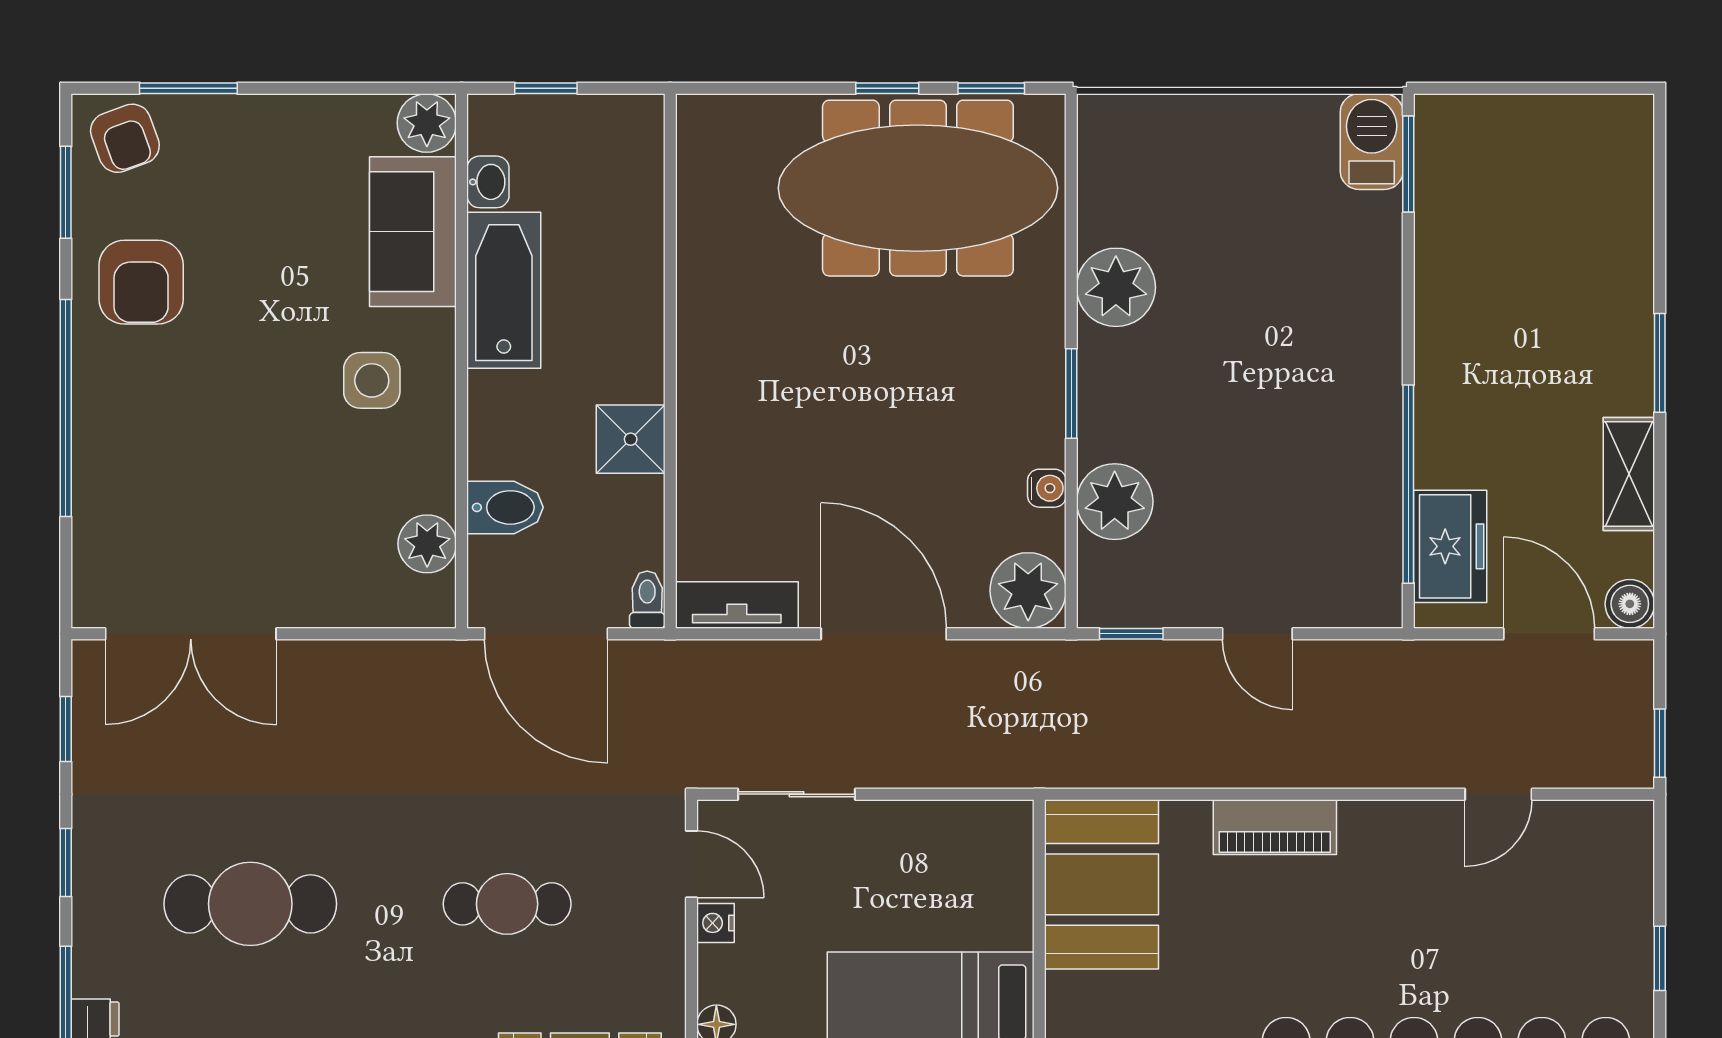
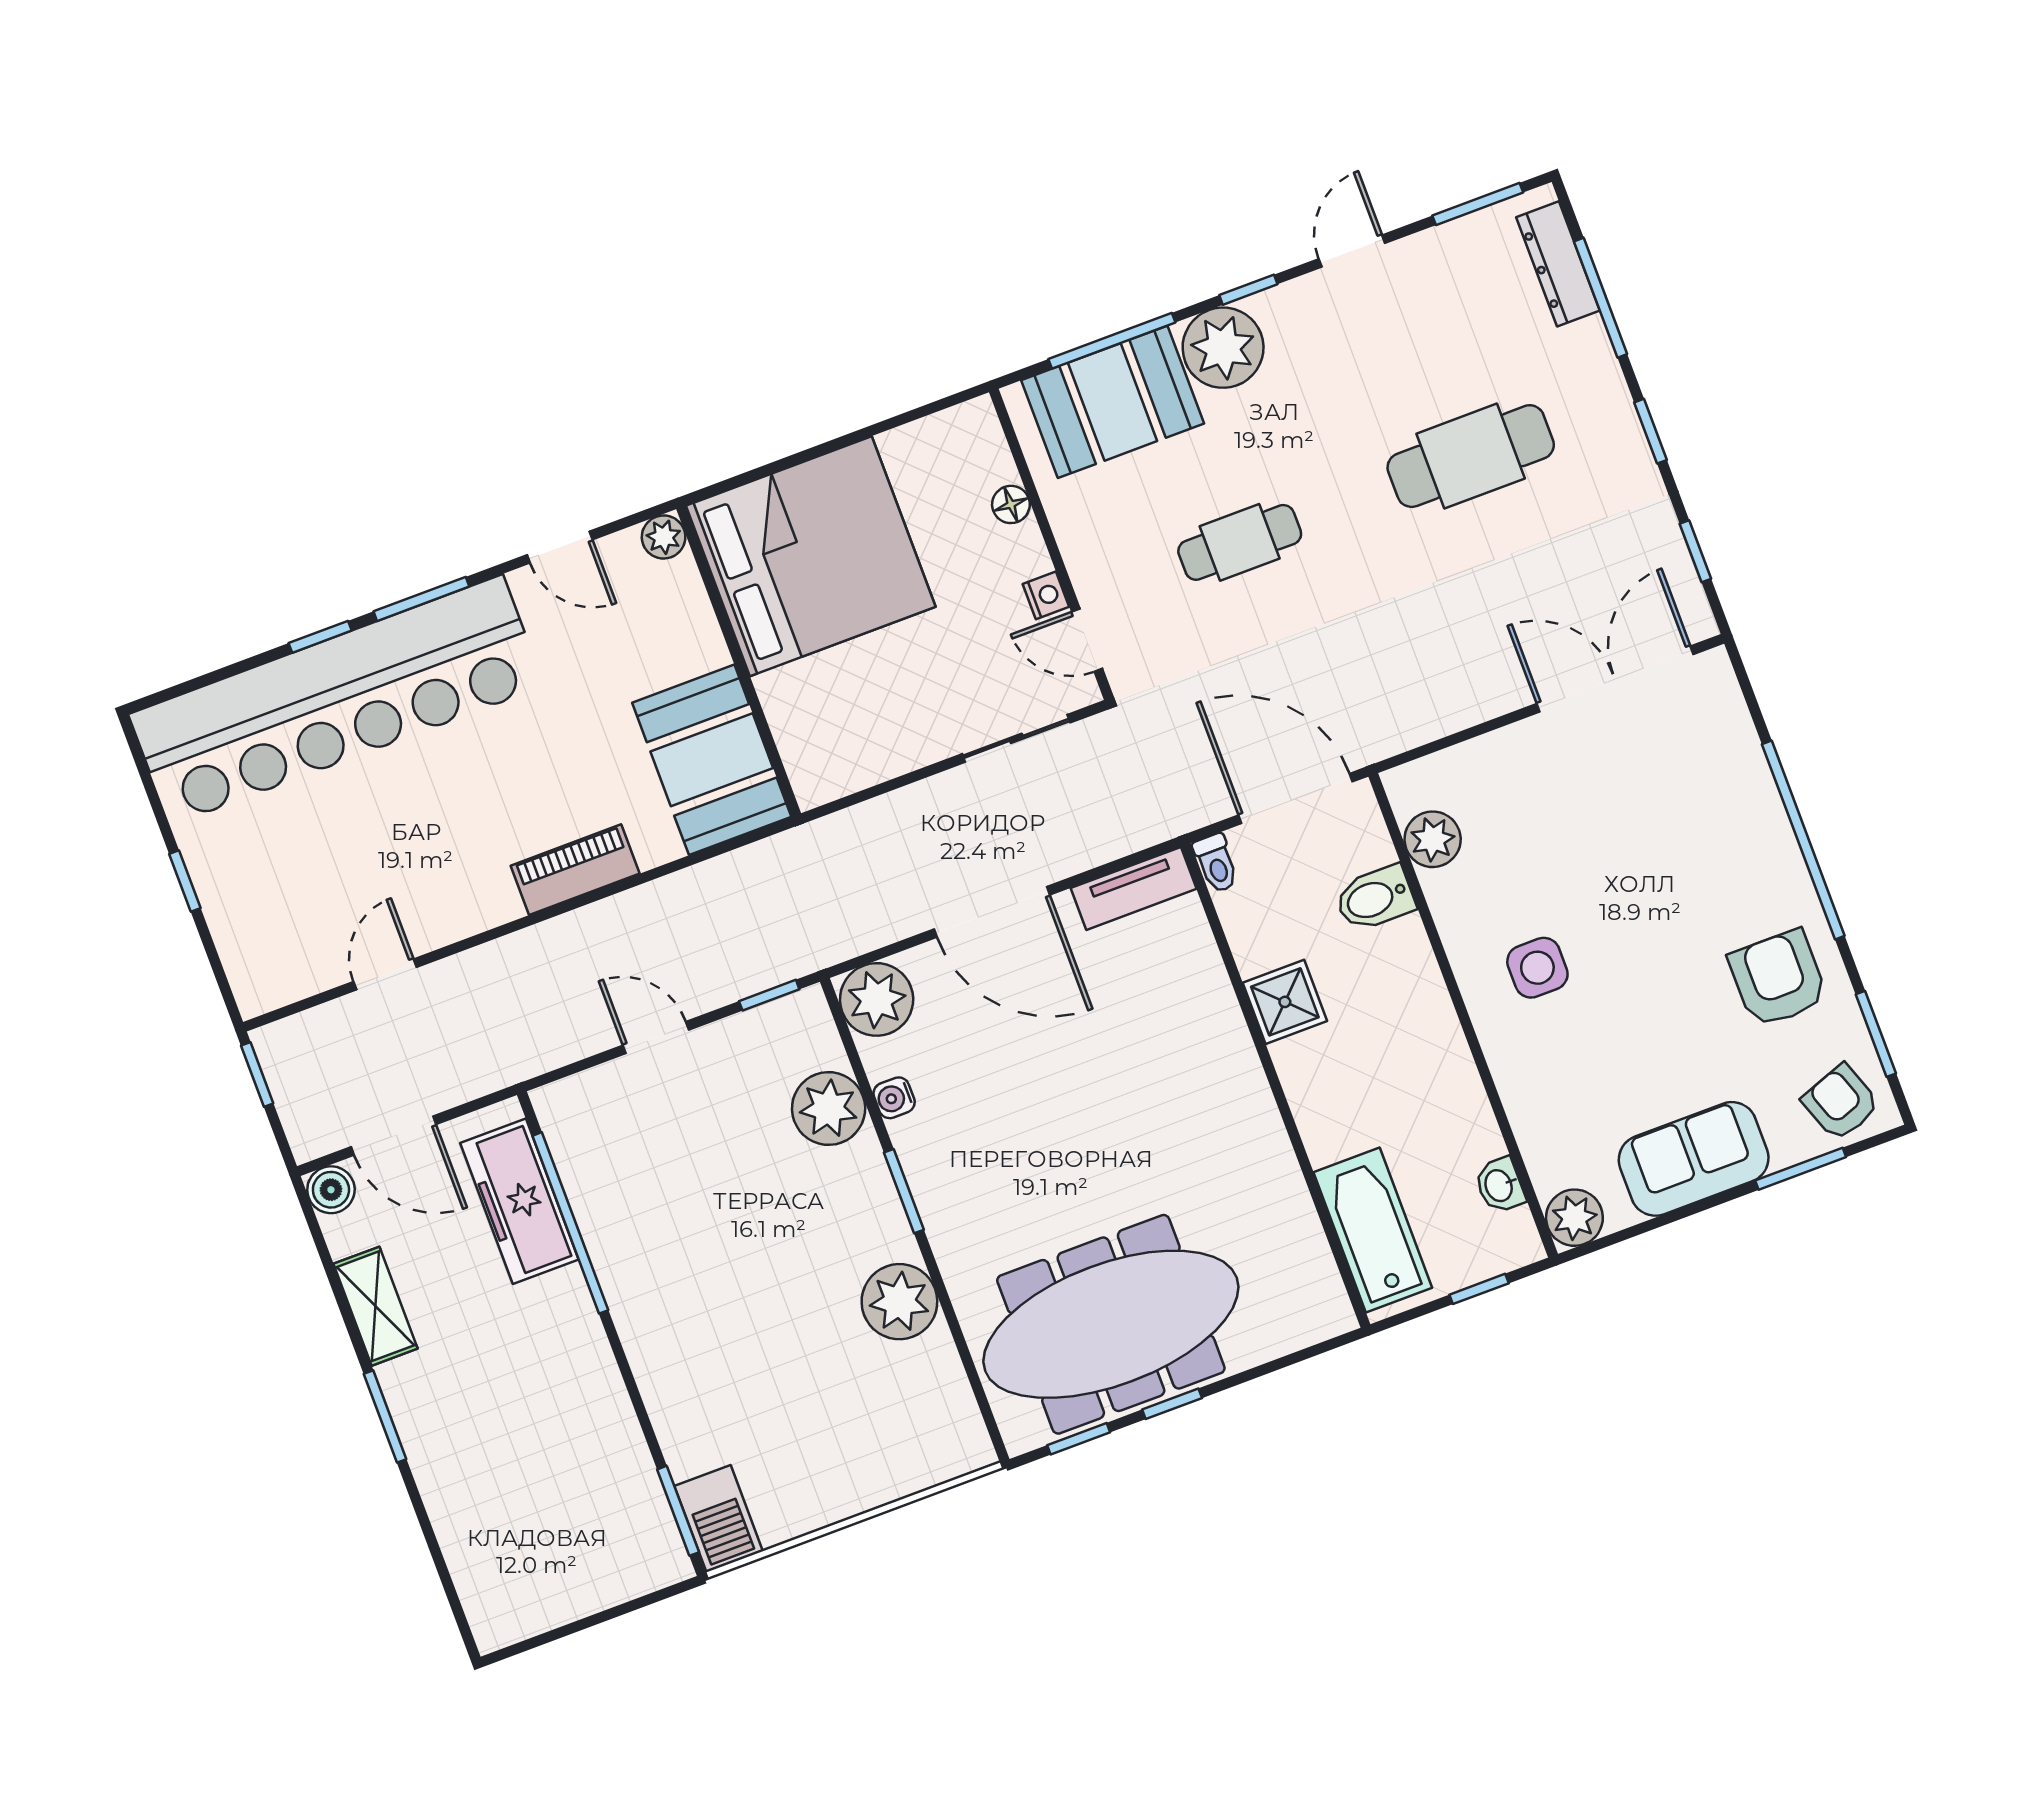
sofa: (413, 232) -> (1694, 1159), moved, turned -90
bathtub: (504, 290) -> (1373, 1230), moved, turned 180
freezer: (1450, 546) -> (519, 1201), width x1.40

